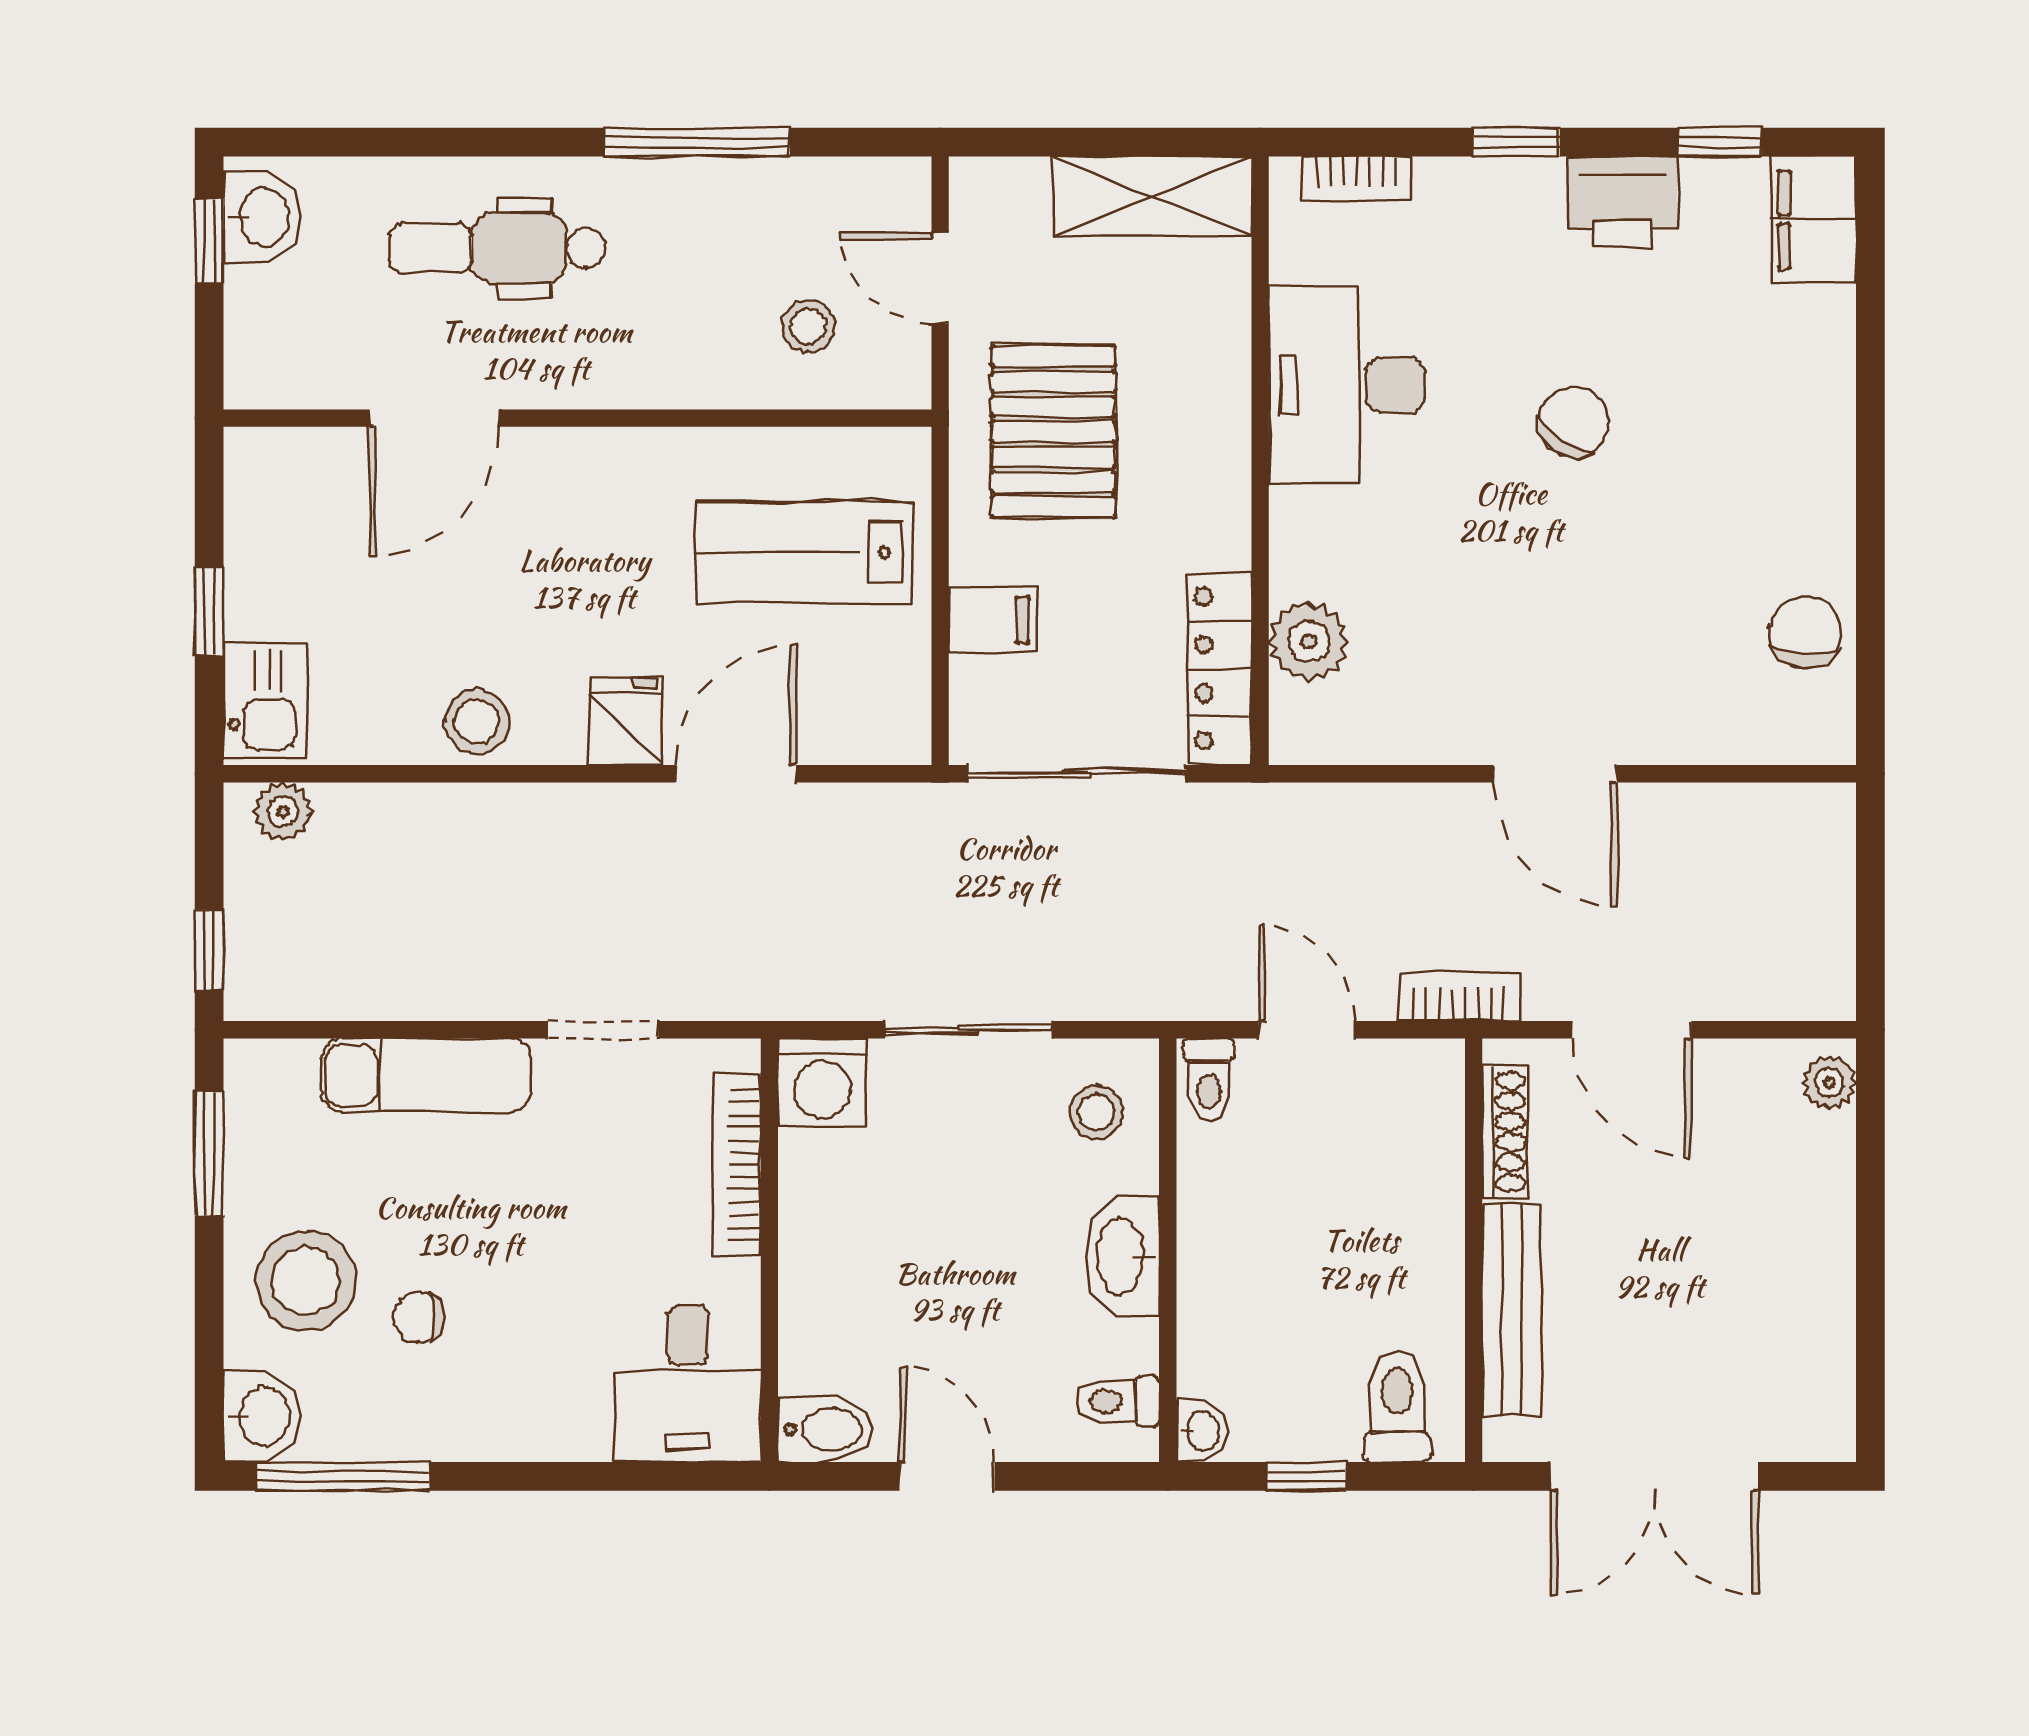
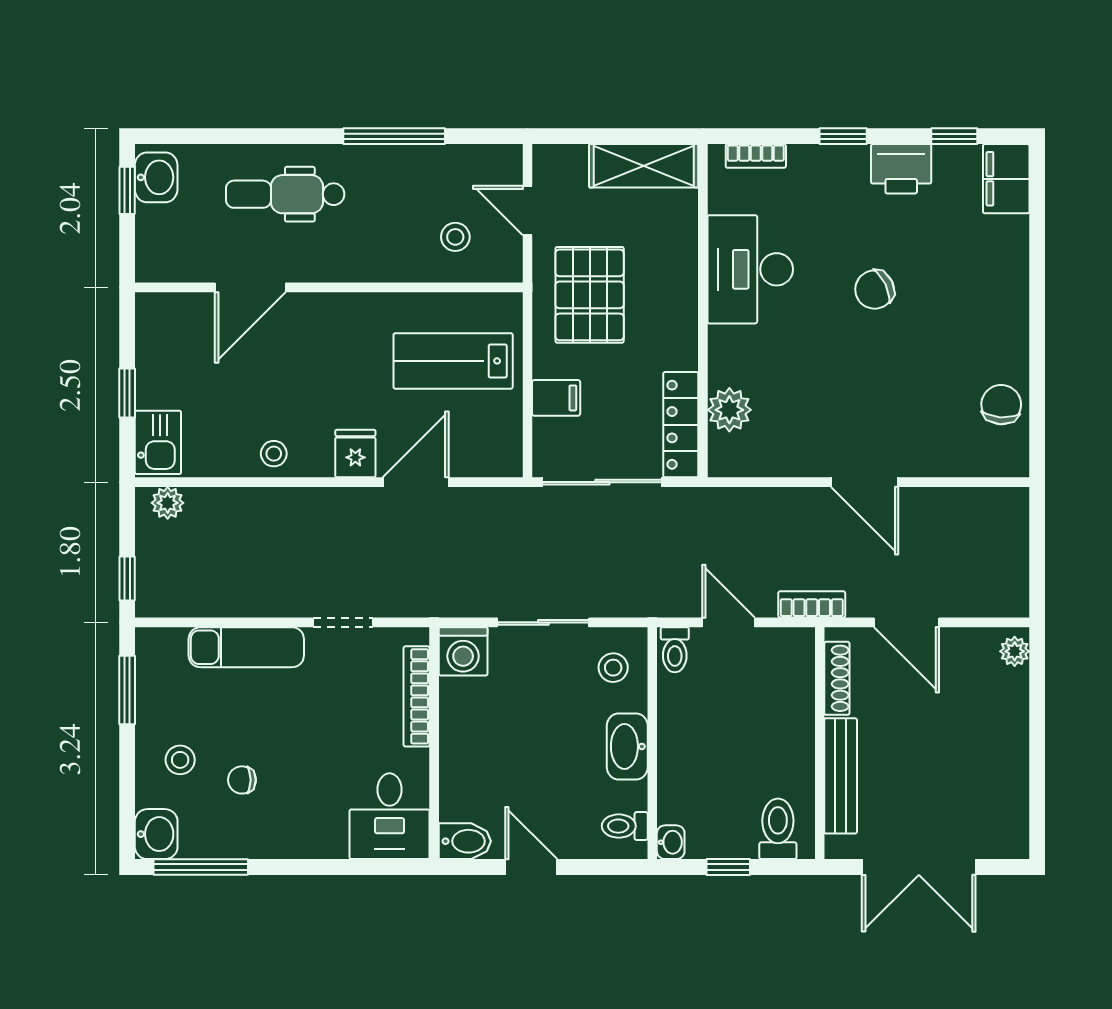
chair: (1574, 422) -> (875, 290), turned -149
stool: (477, 722) -> (274, 454), width x0.73, depth x0.73
stool: (306, 1281) -> (180, 760), width x0.53, depth x0.53

